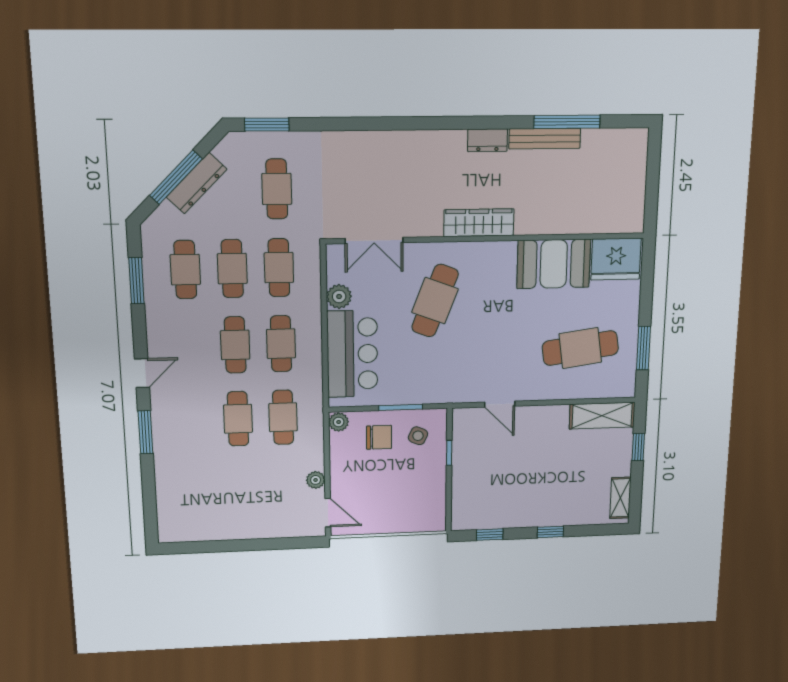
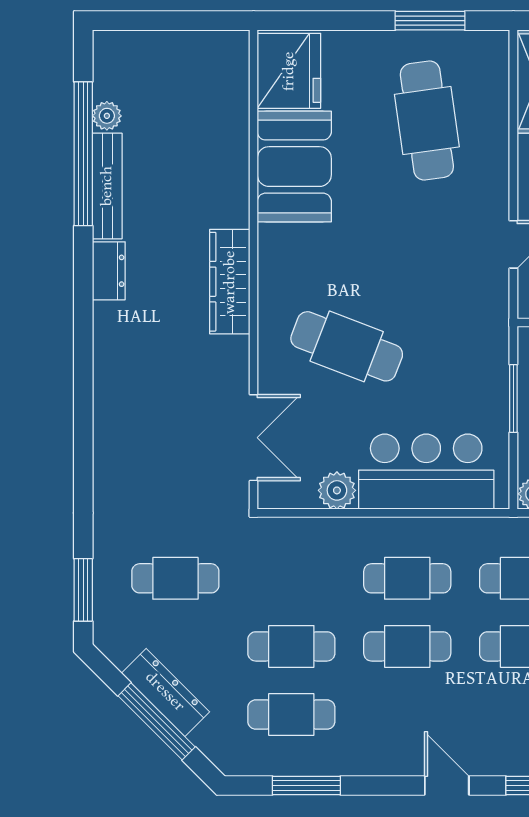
window: (567, 122) -> (83, 154), width x1.46
plant: (592, 138) -> (107, 116), added
cafe table: (279, 268) -> (291, 578), removed

